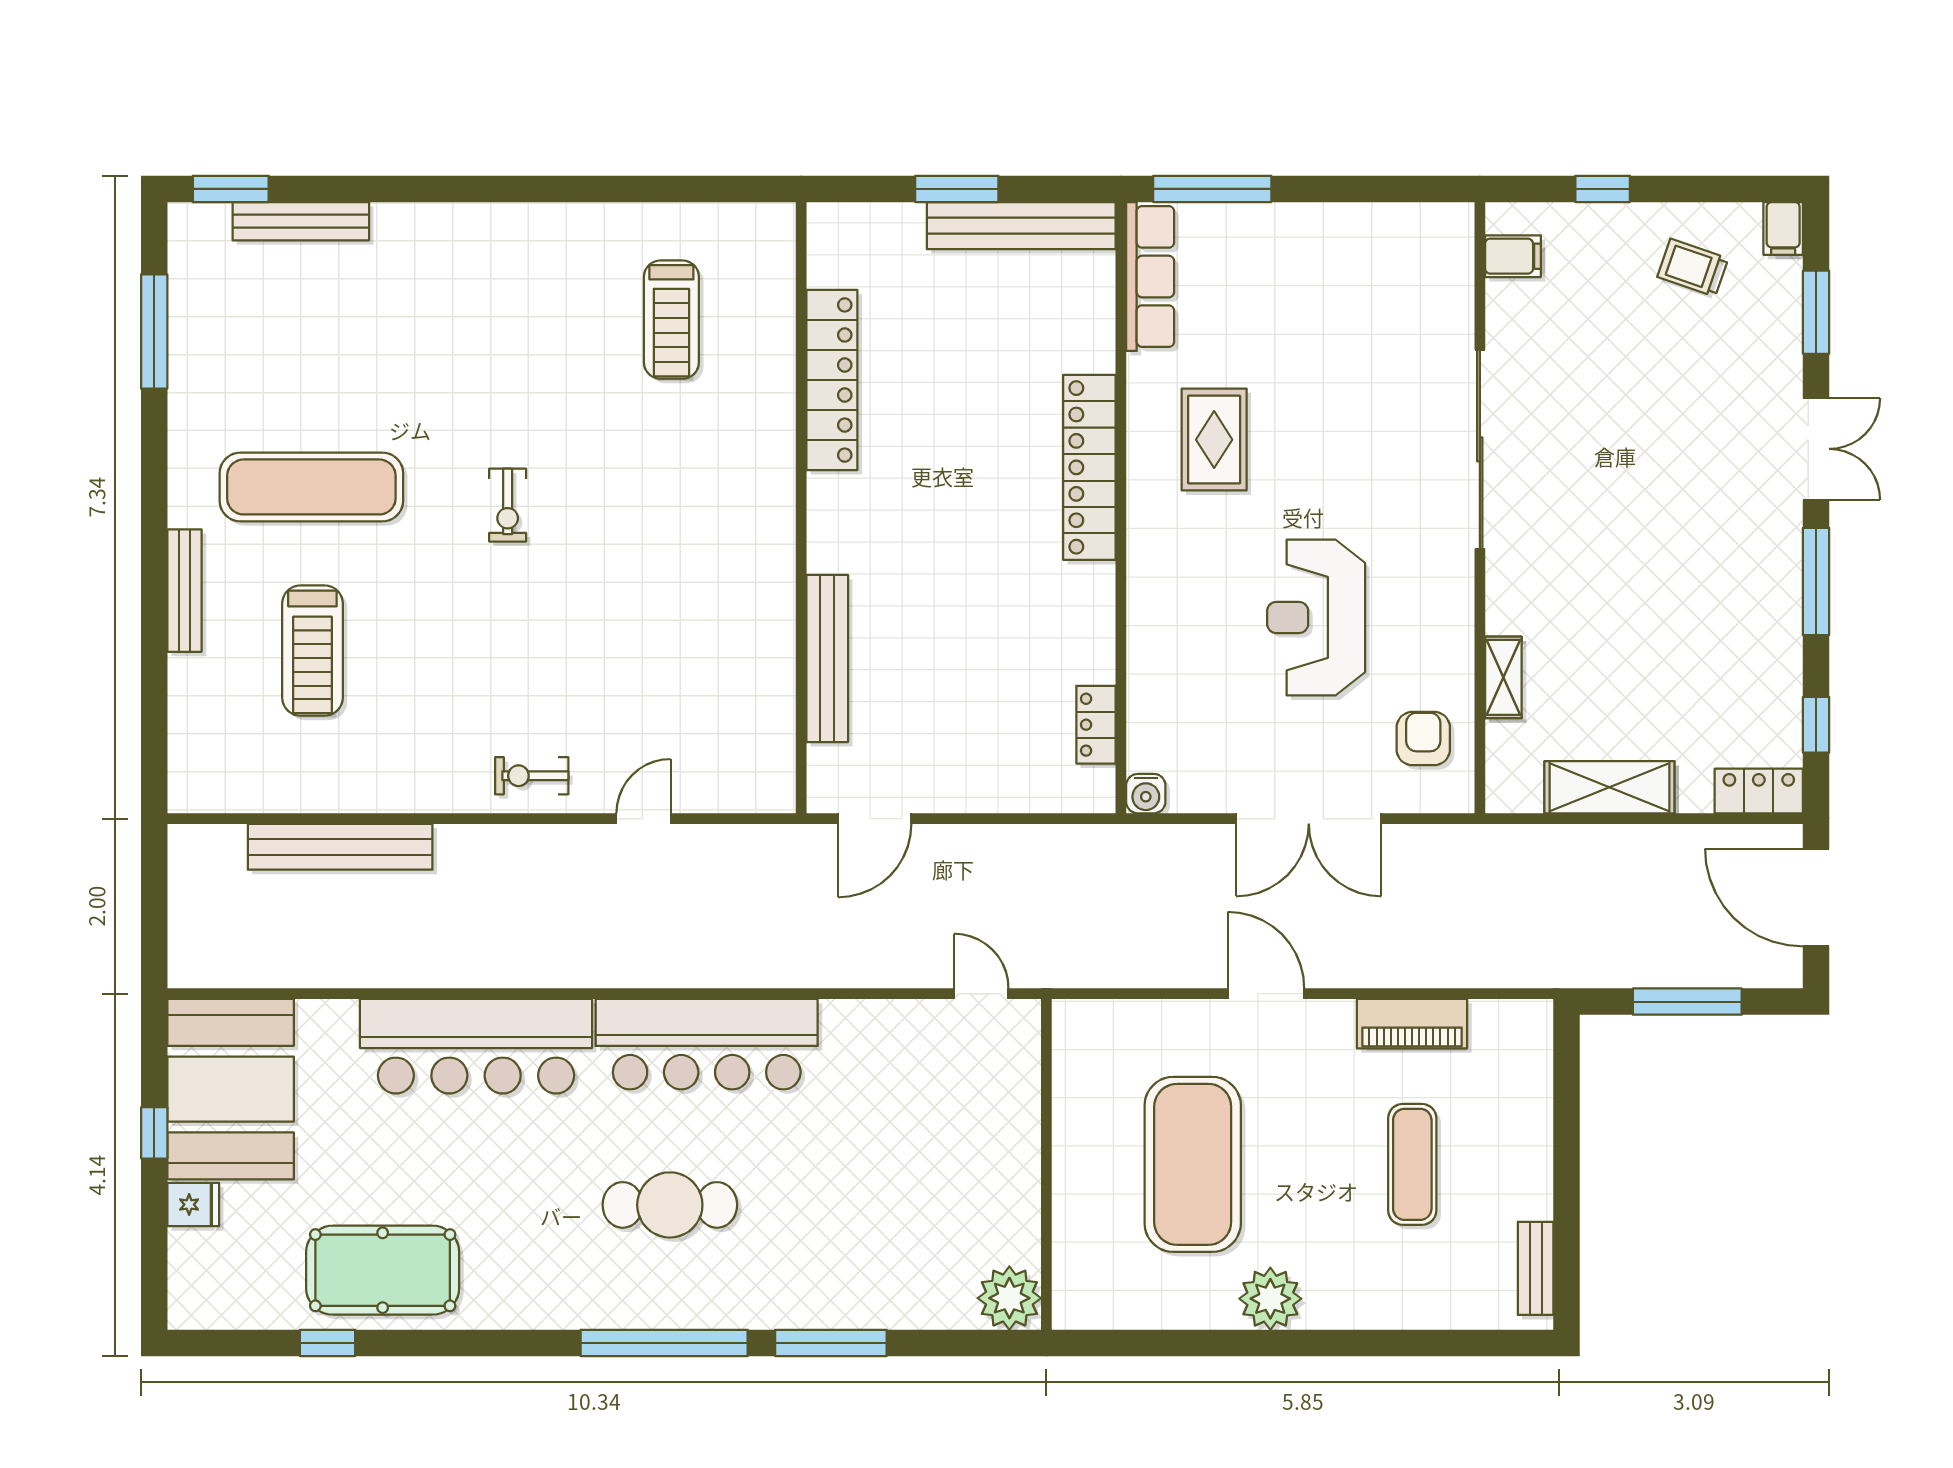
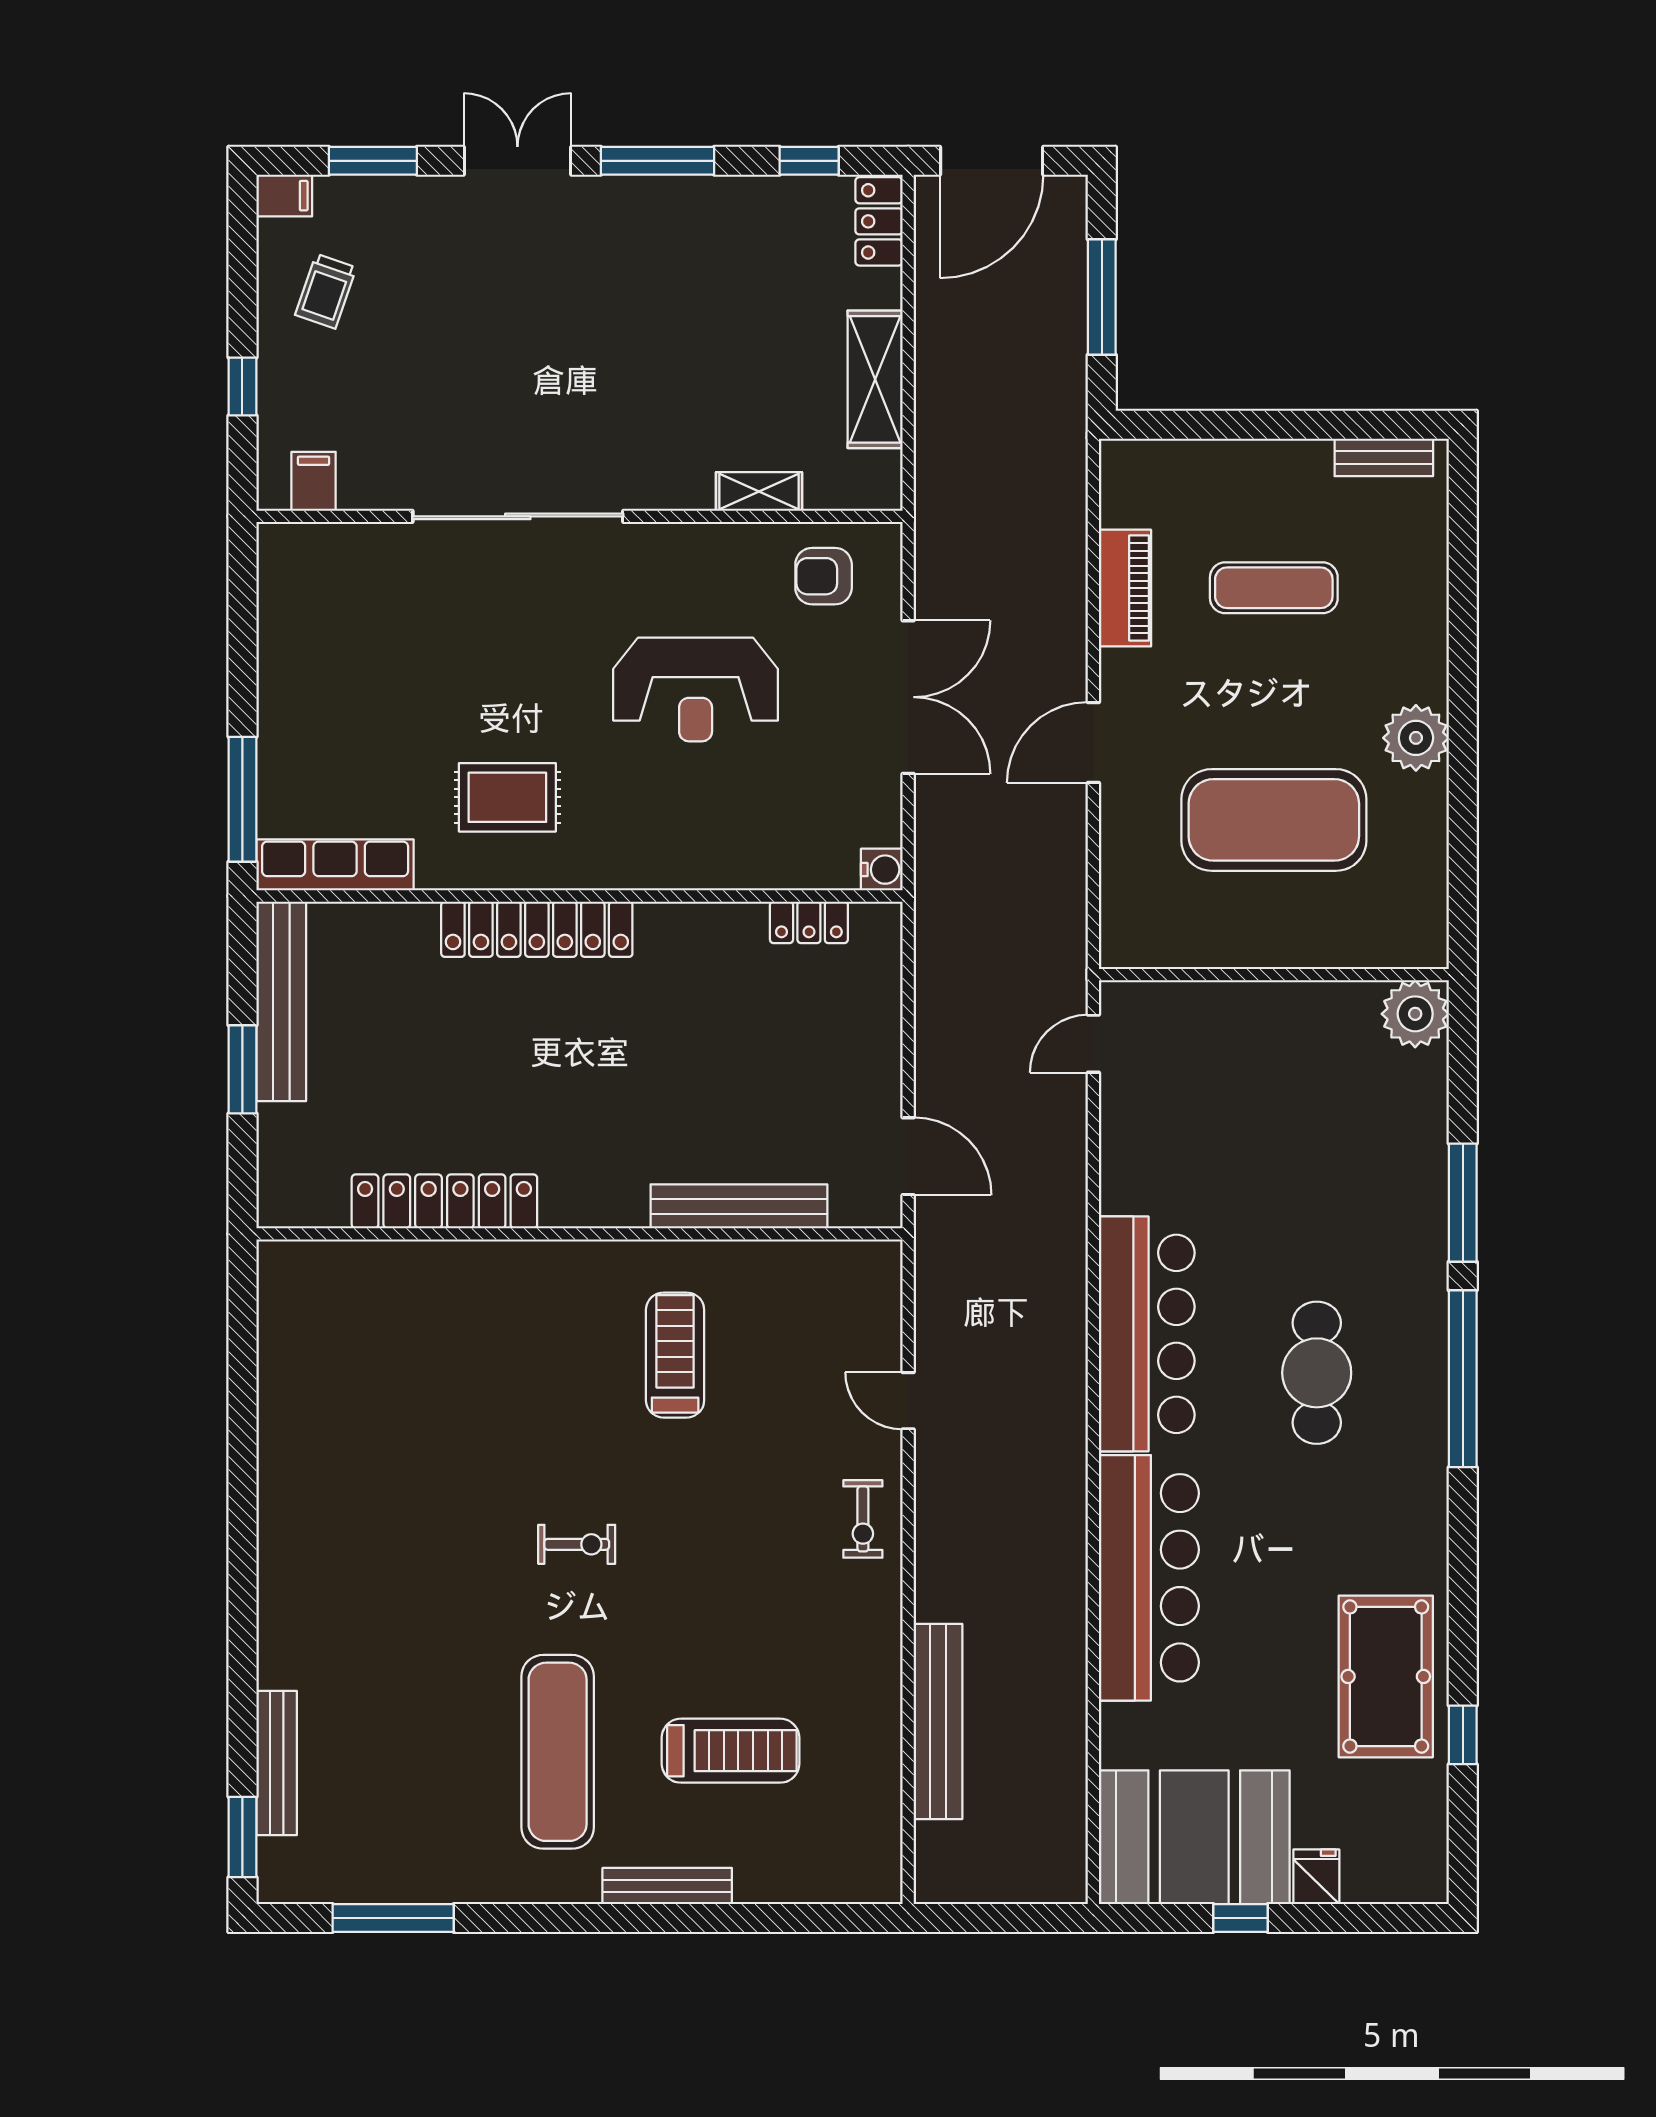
treadmill: (671, 320) -> (675, 1355), moved, turned -90

